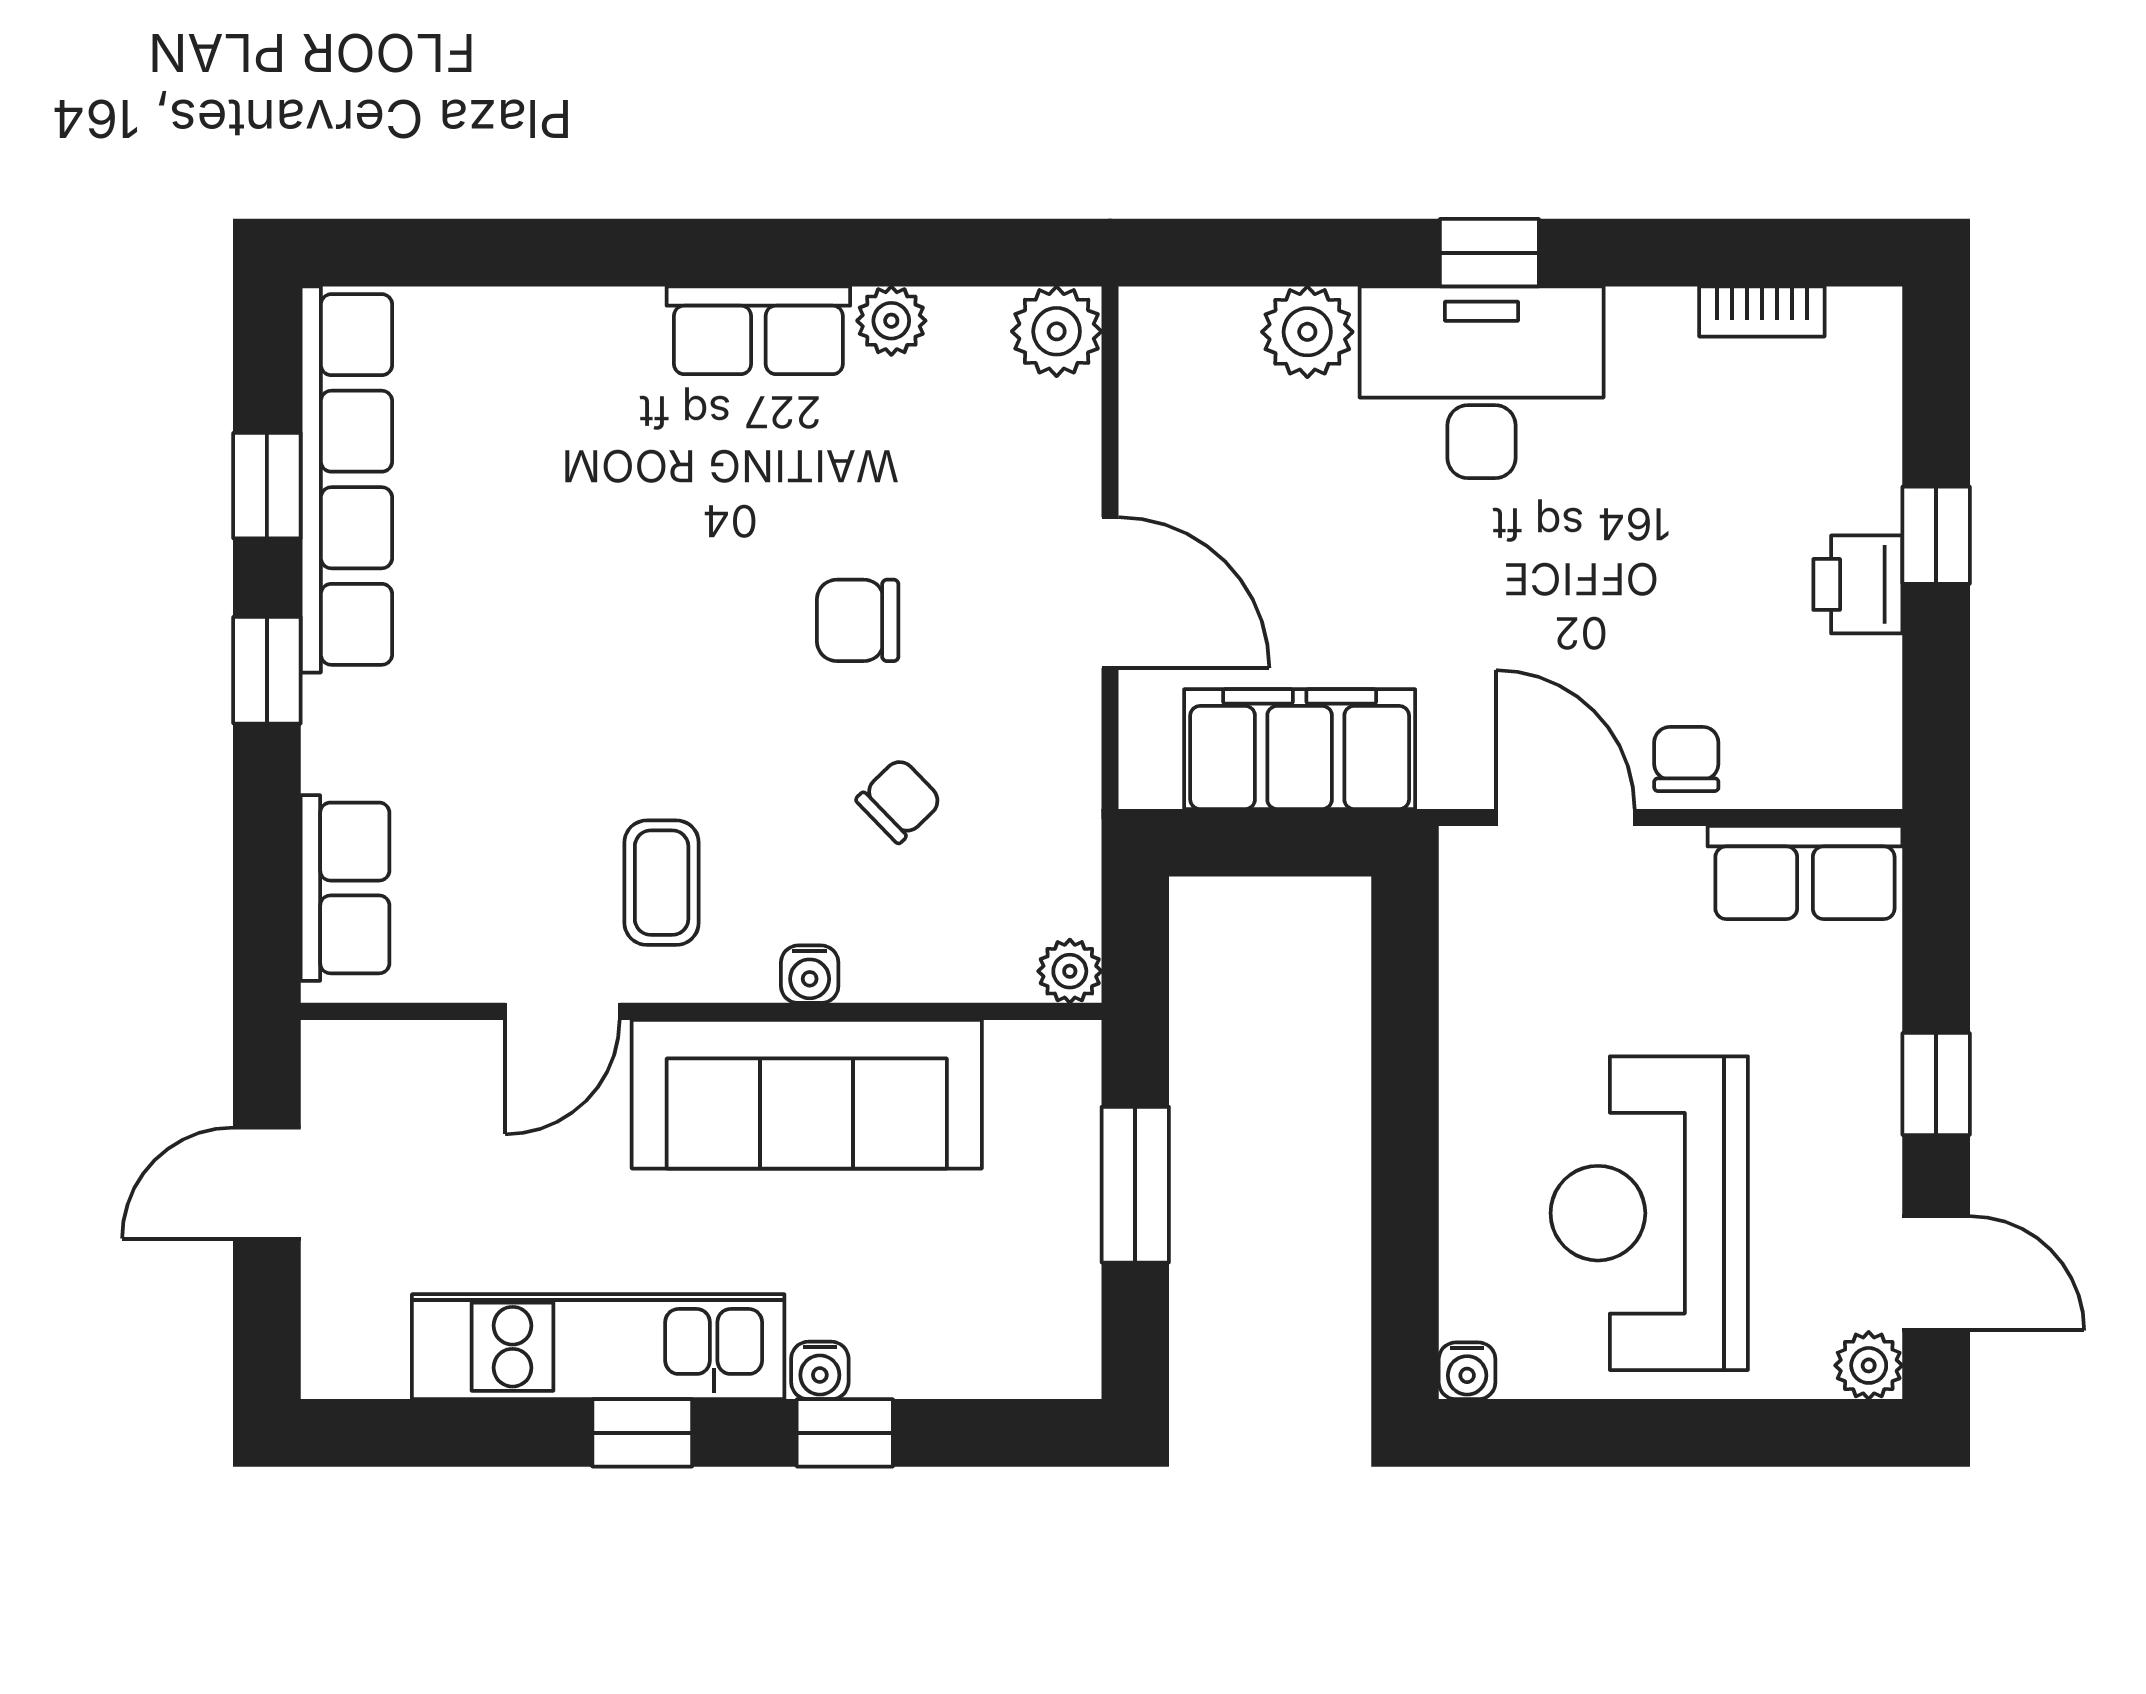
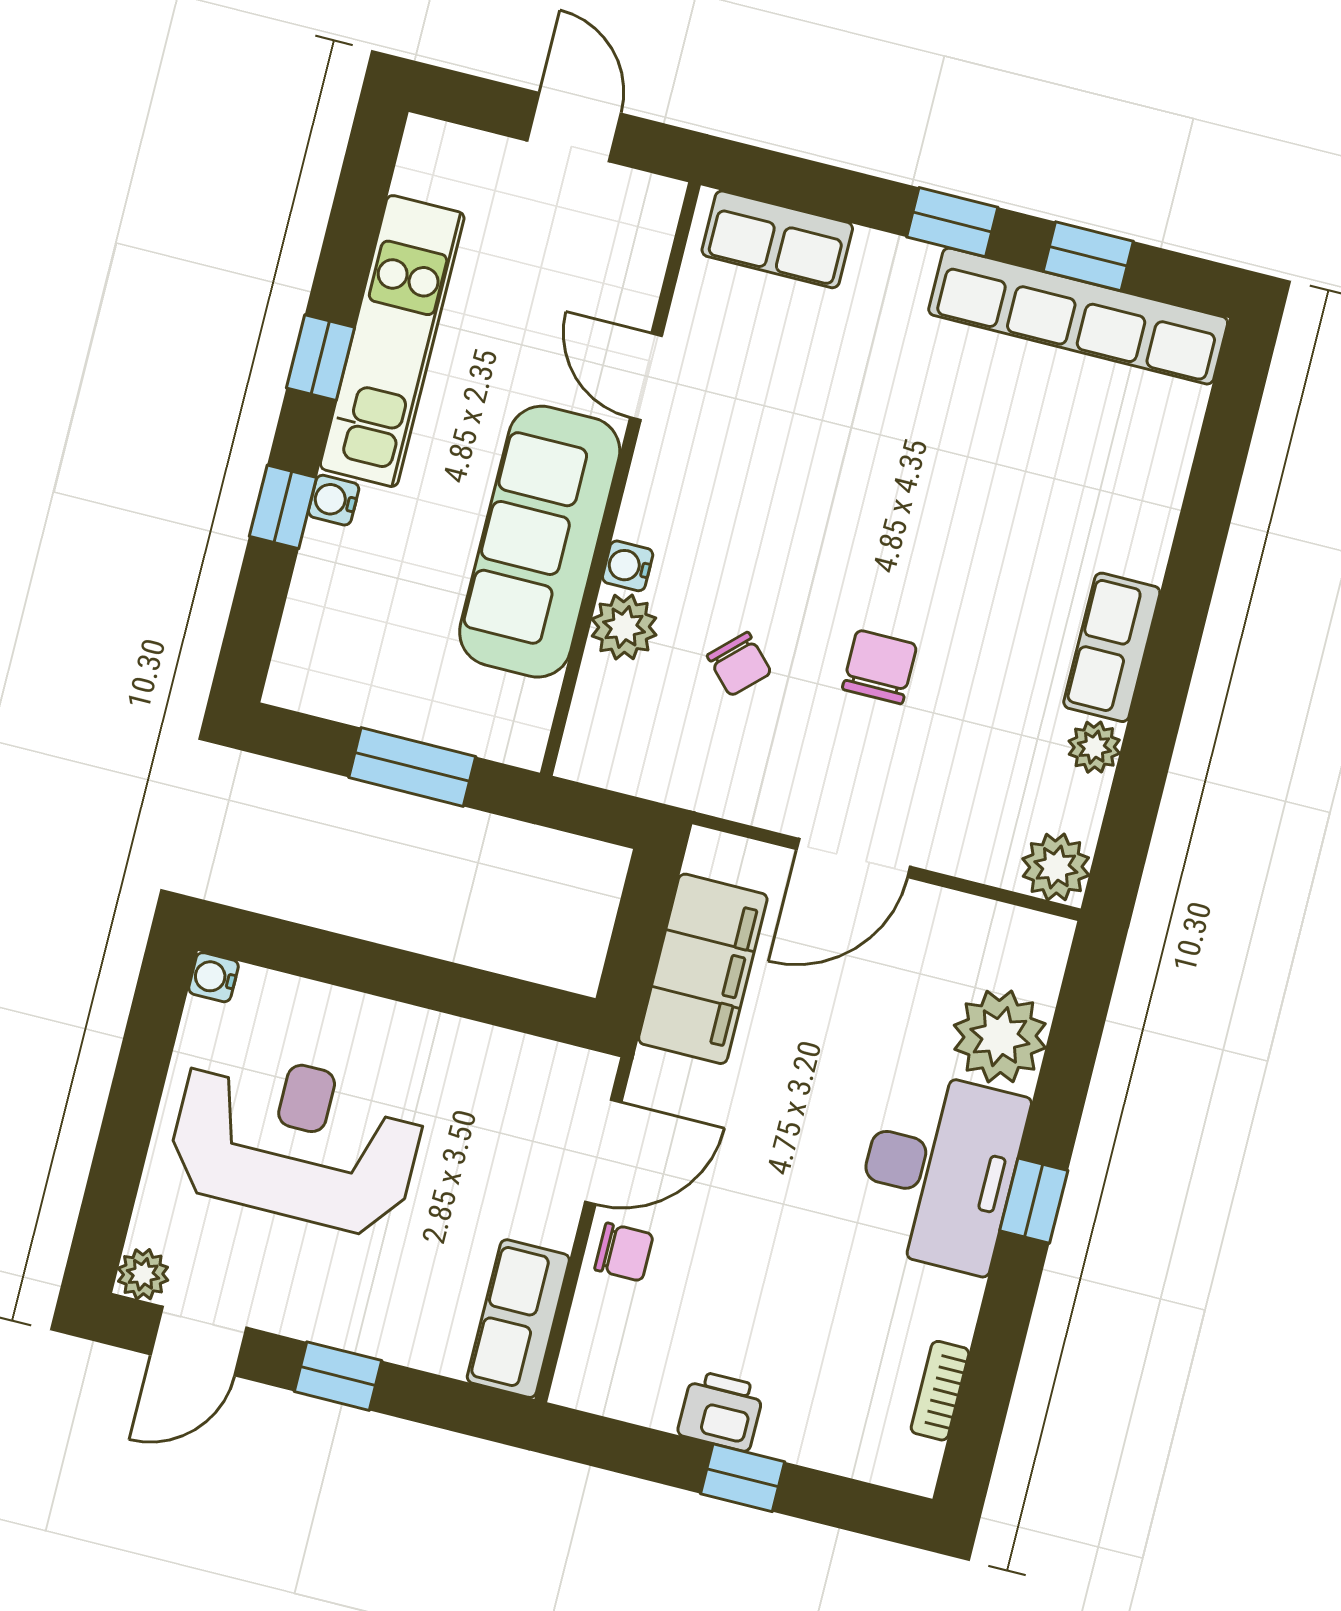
plant: (1307, 332) -> (1000, 1037), width x1.36, depth x1.36
coffee table: (662, 883) -> (723, 474), removed
plant: (1070, 971) -> (624, 627), moved, width x1.38, depth x1.38

